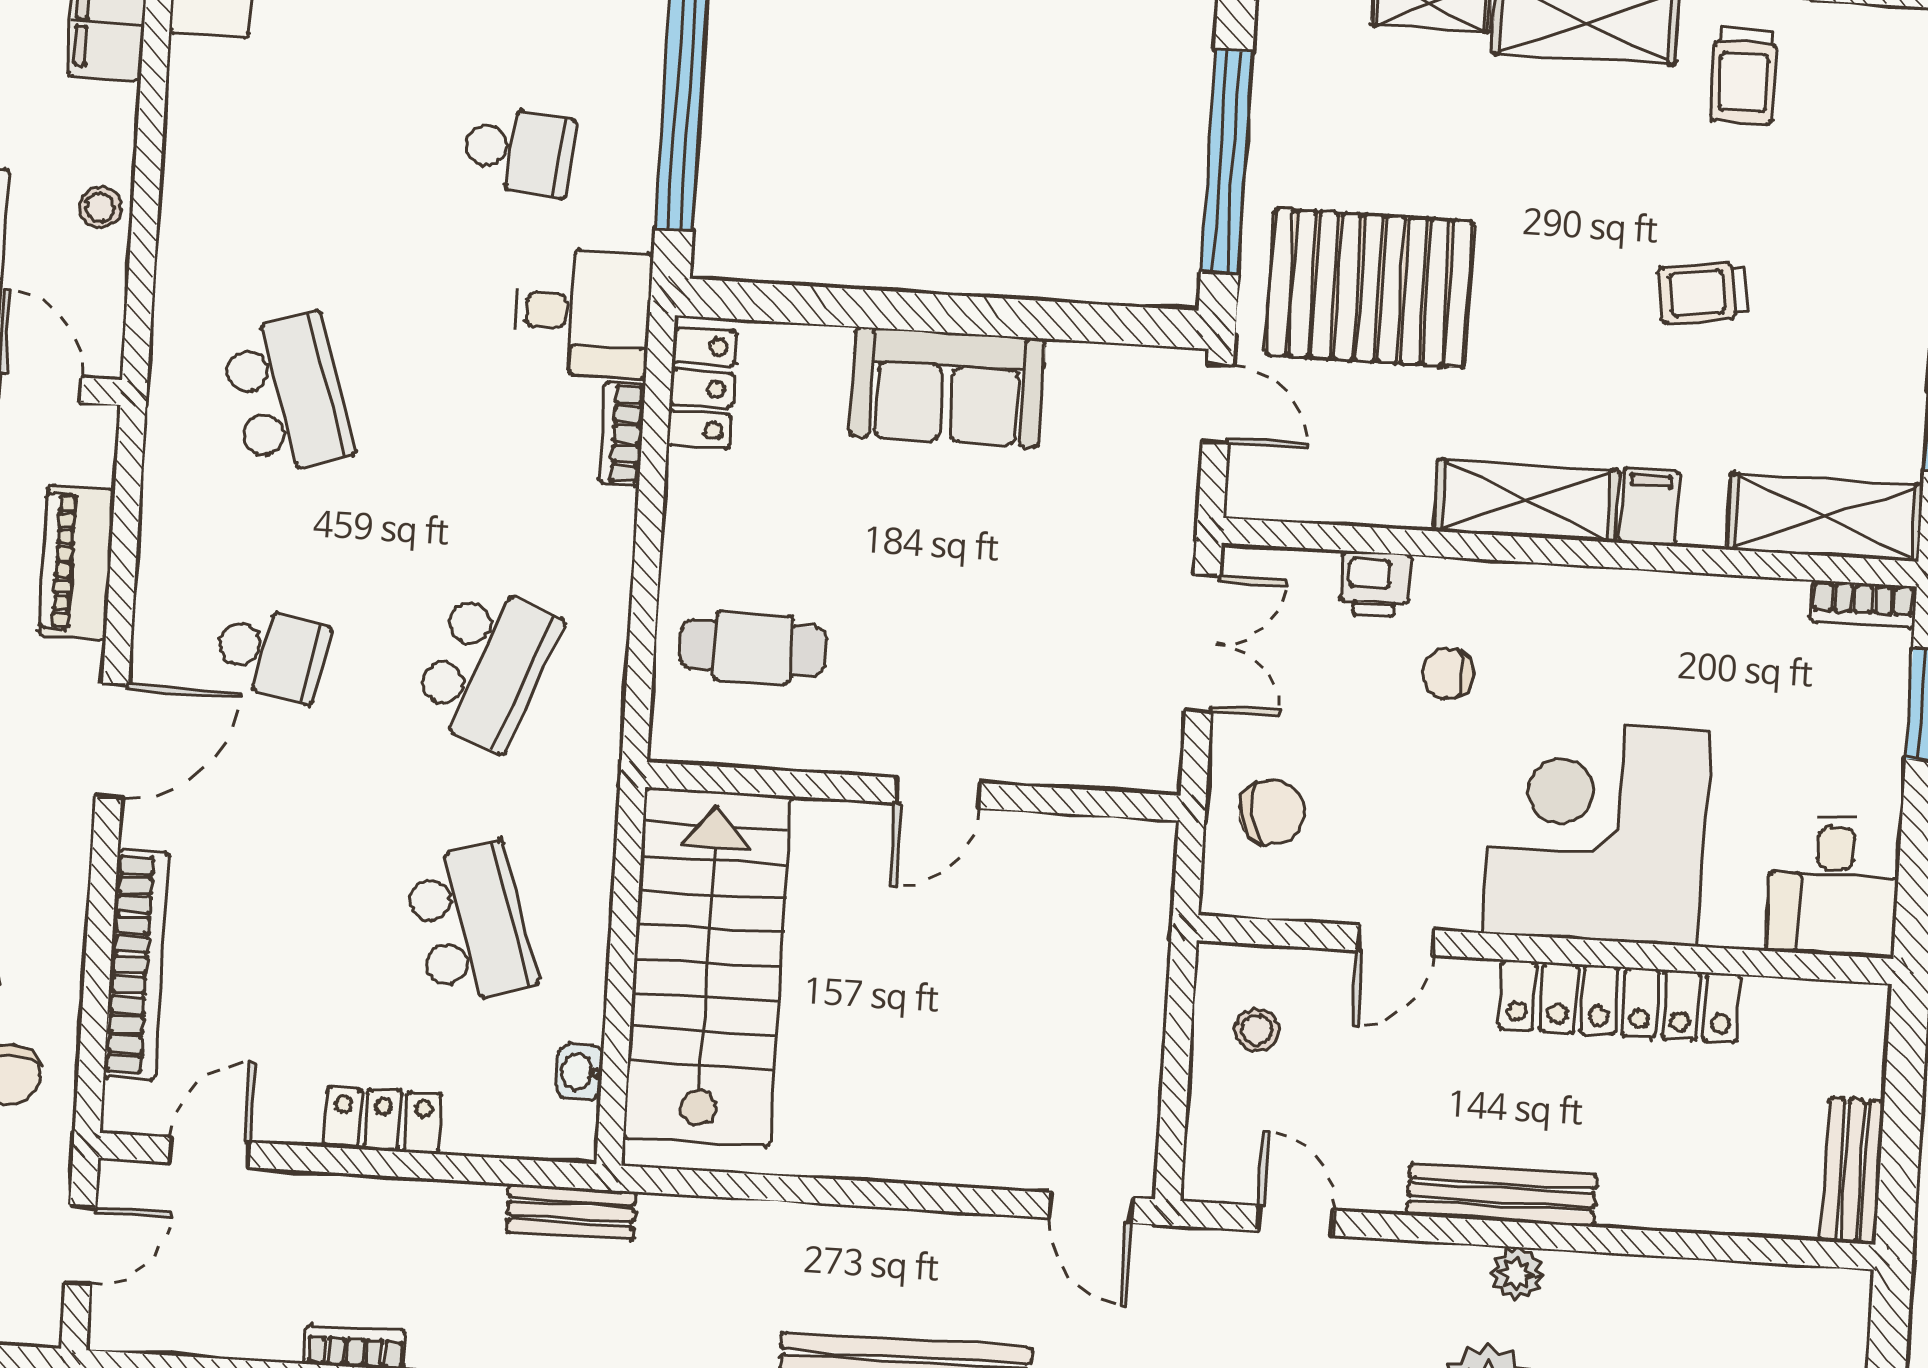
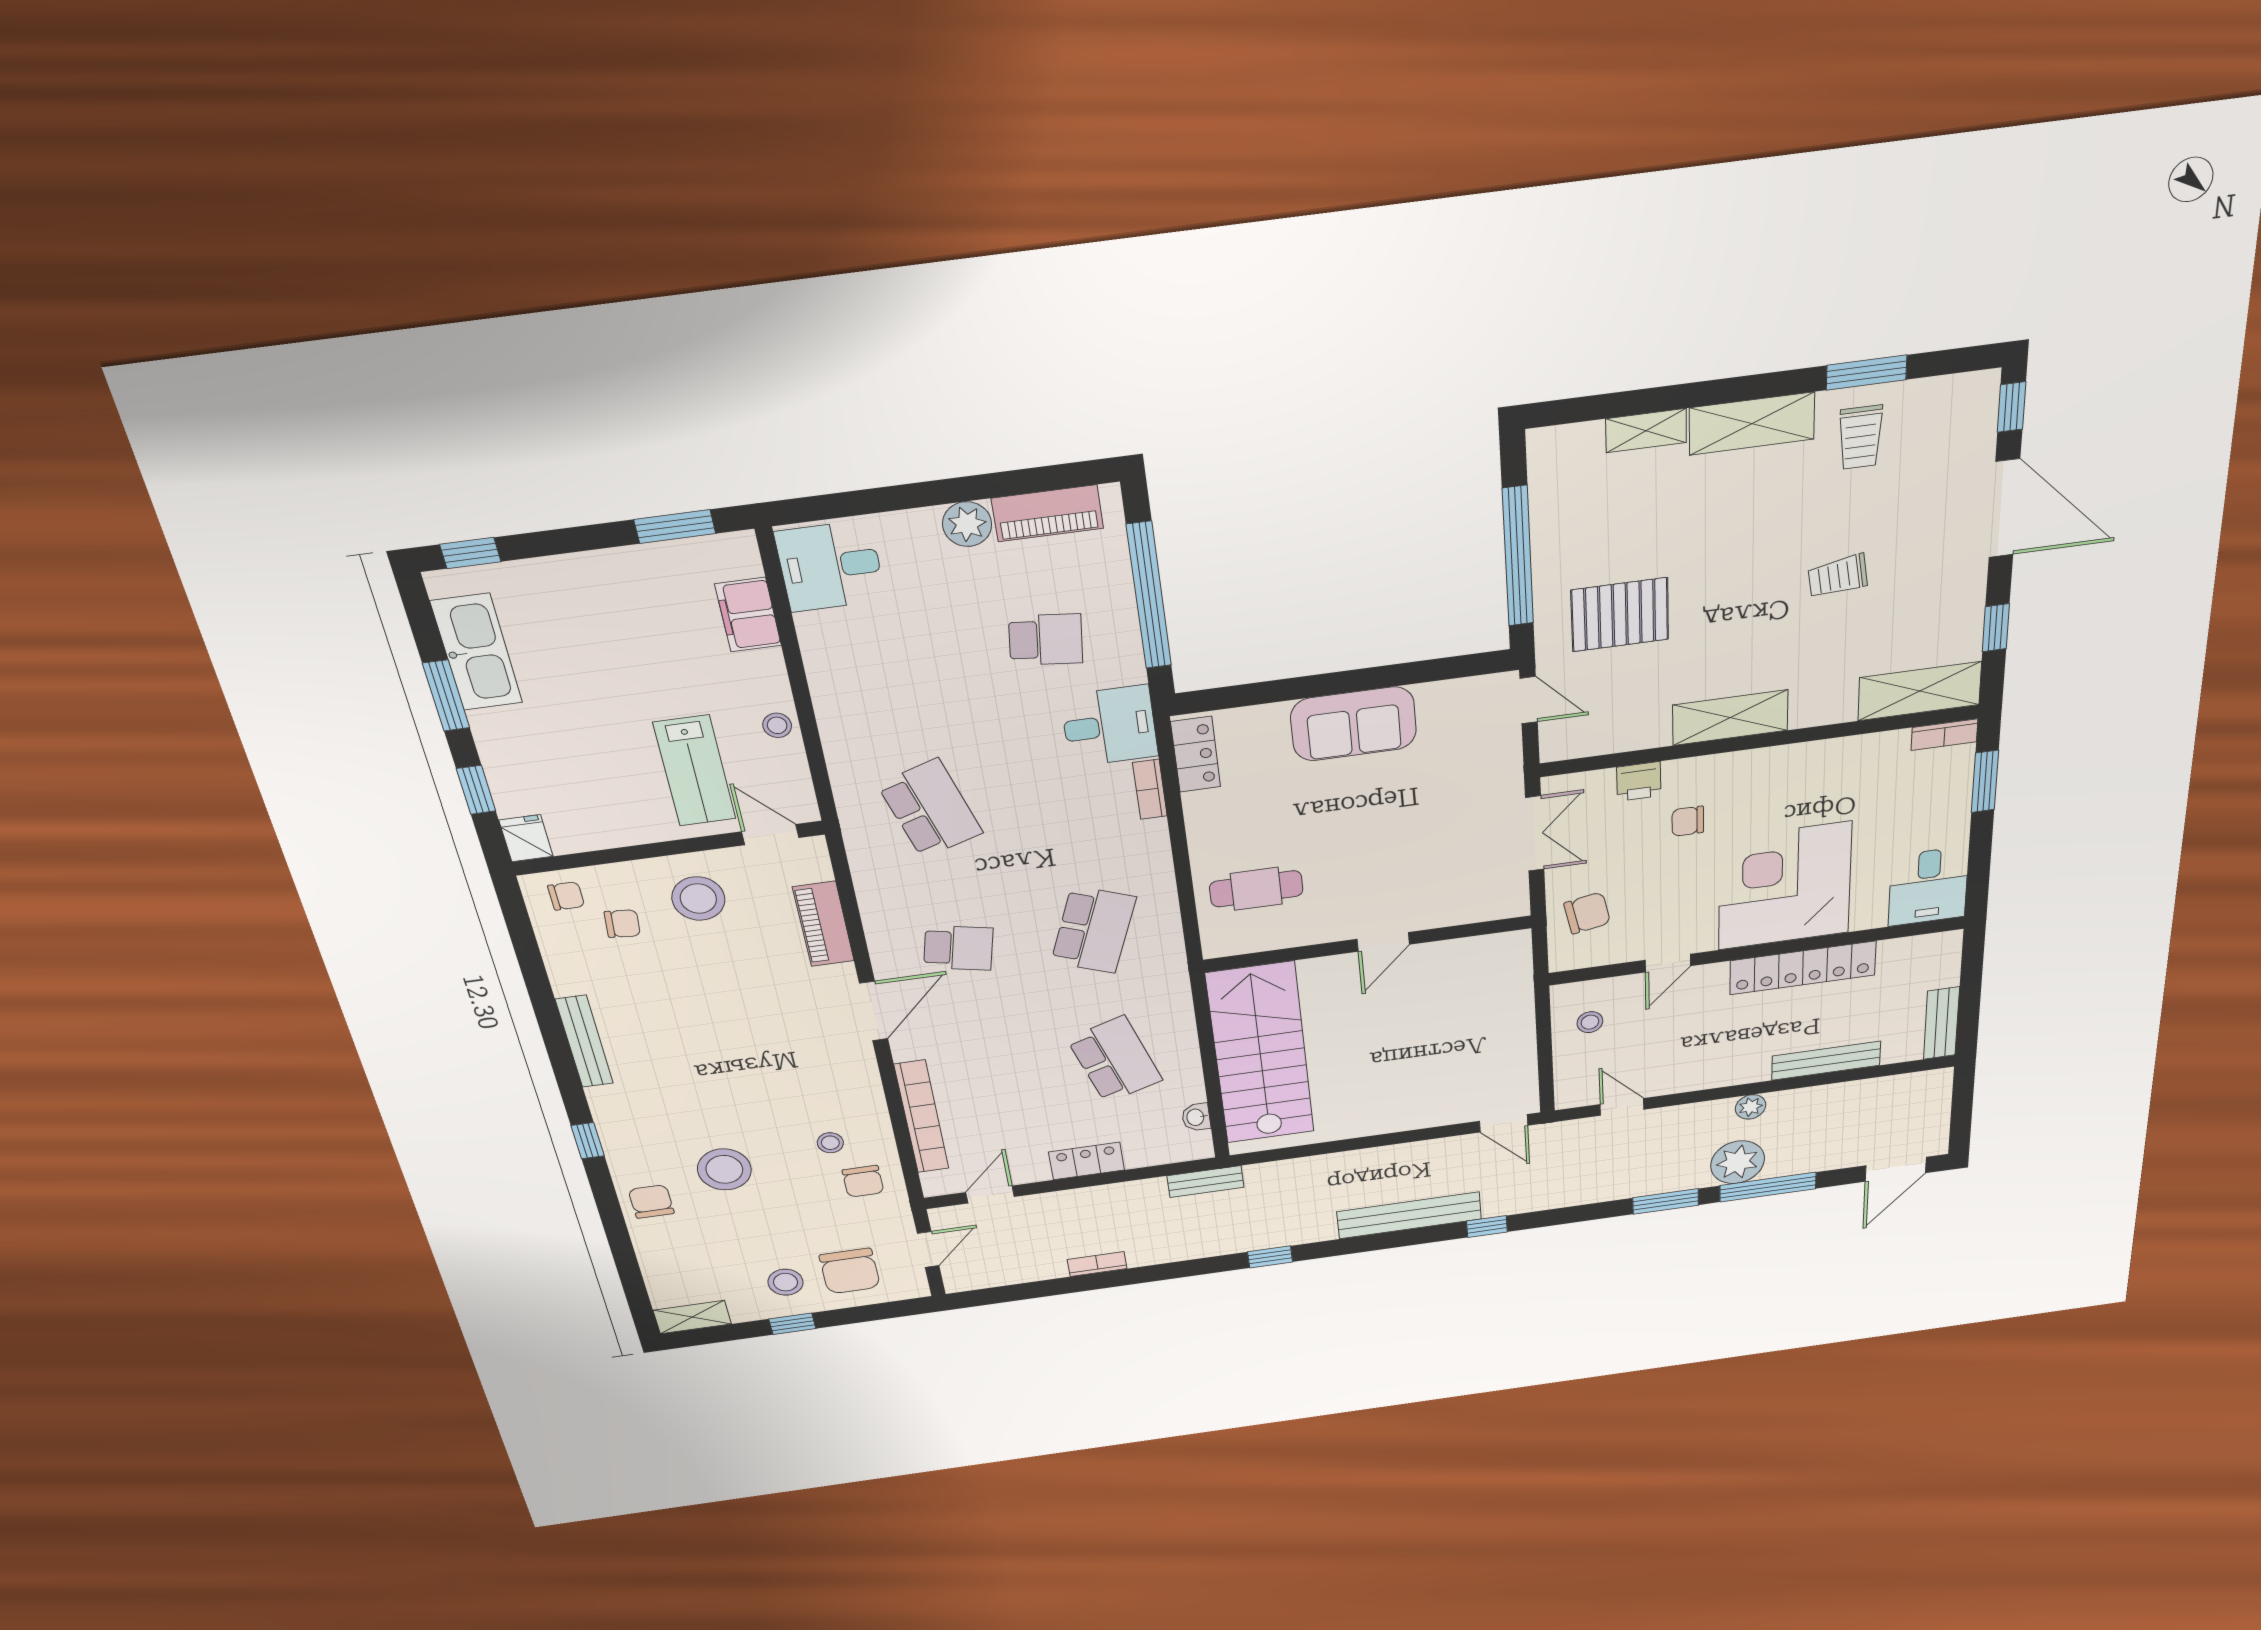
pallet: (1369, 288) -> (1620, 615), width x0.73, depth x0.71
filing cabinet: (1650, 507) -> (1809, 706), removed
bench: (1502, 1195) -> (1826, 1061), moved

